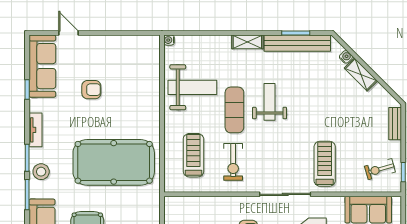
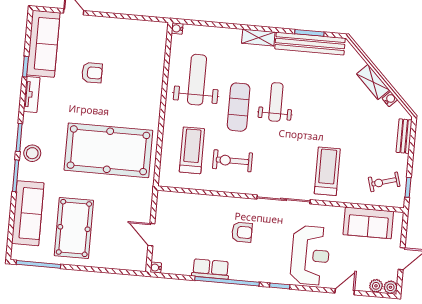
water cooler: (346, 57) -> (390, 99), moved
weight bench: (192, 87) -> (197, 80), turned -90
tv unit: (35, 130) -> (32, 94), moved
exercise bike: (233, 162) -> (232, 161), turned 90

